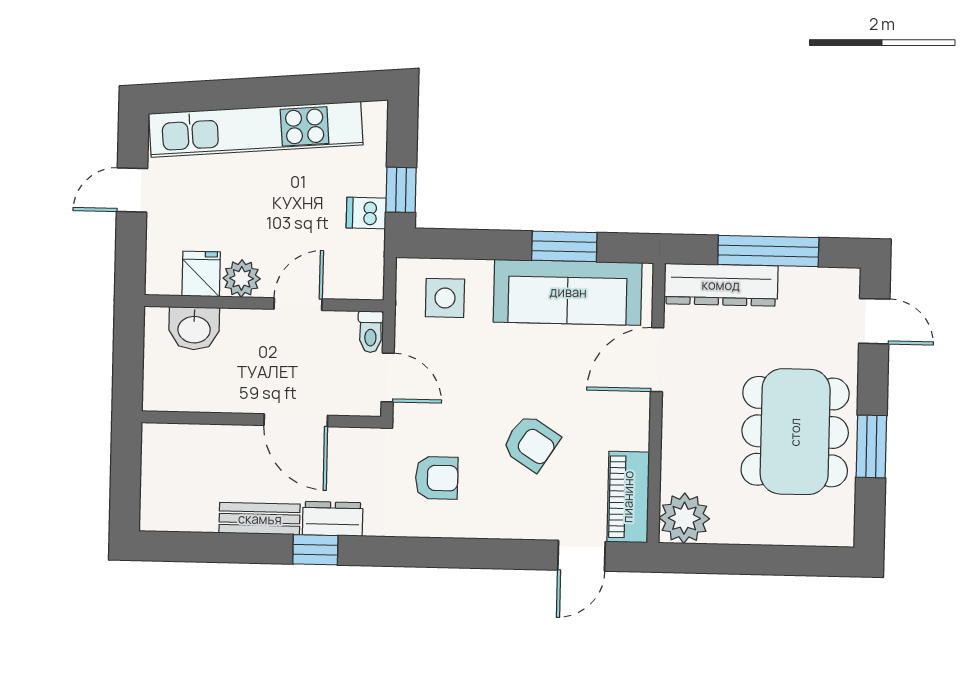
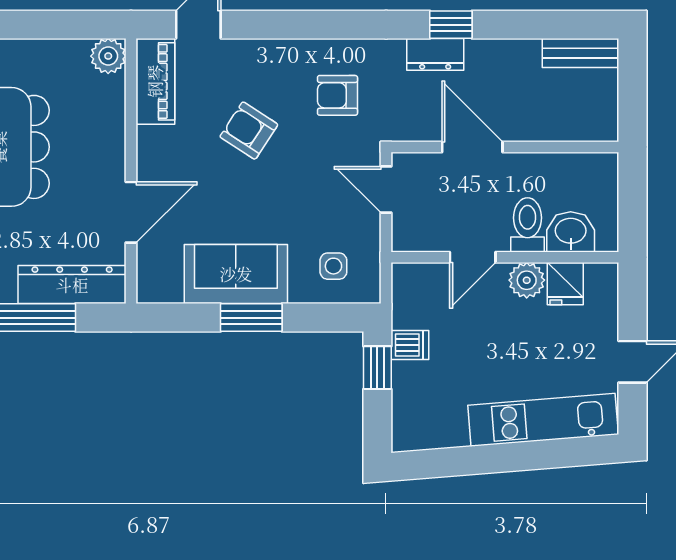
kitchen unit: (256, 129) -> (543, 420), width x0.73
window: (564, 246) -> (251, 318), moved
sofa: (568, 292) -> (236, 274), width x0.73
side table: (445, 298) -> (333, 266), width x0.73, depth x0.73
toilet: (371, 332) -> (528, 225), moved, width x1.37, depth x1.39
plant: (684, 518) -> (108, 56), width x0.73, depth x0.73
bench: (260, 519) -> (580, 53), moved

